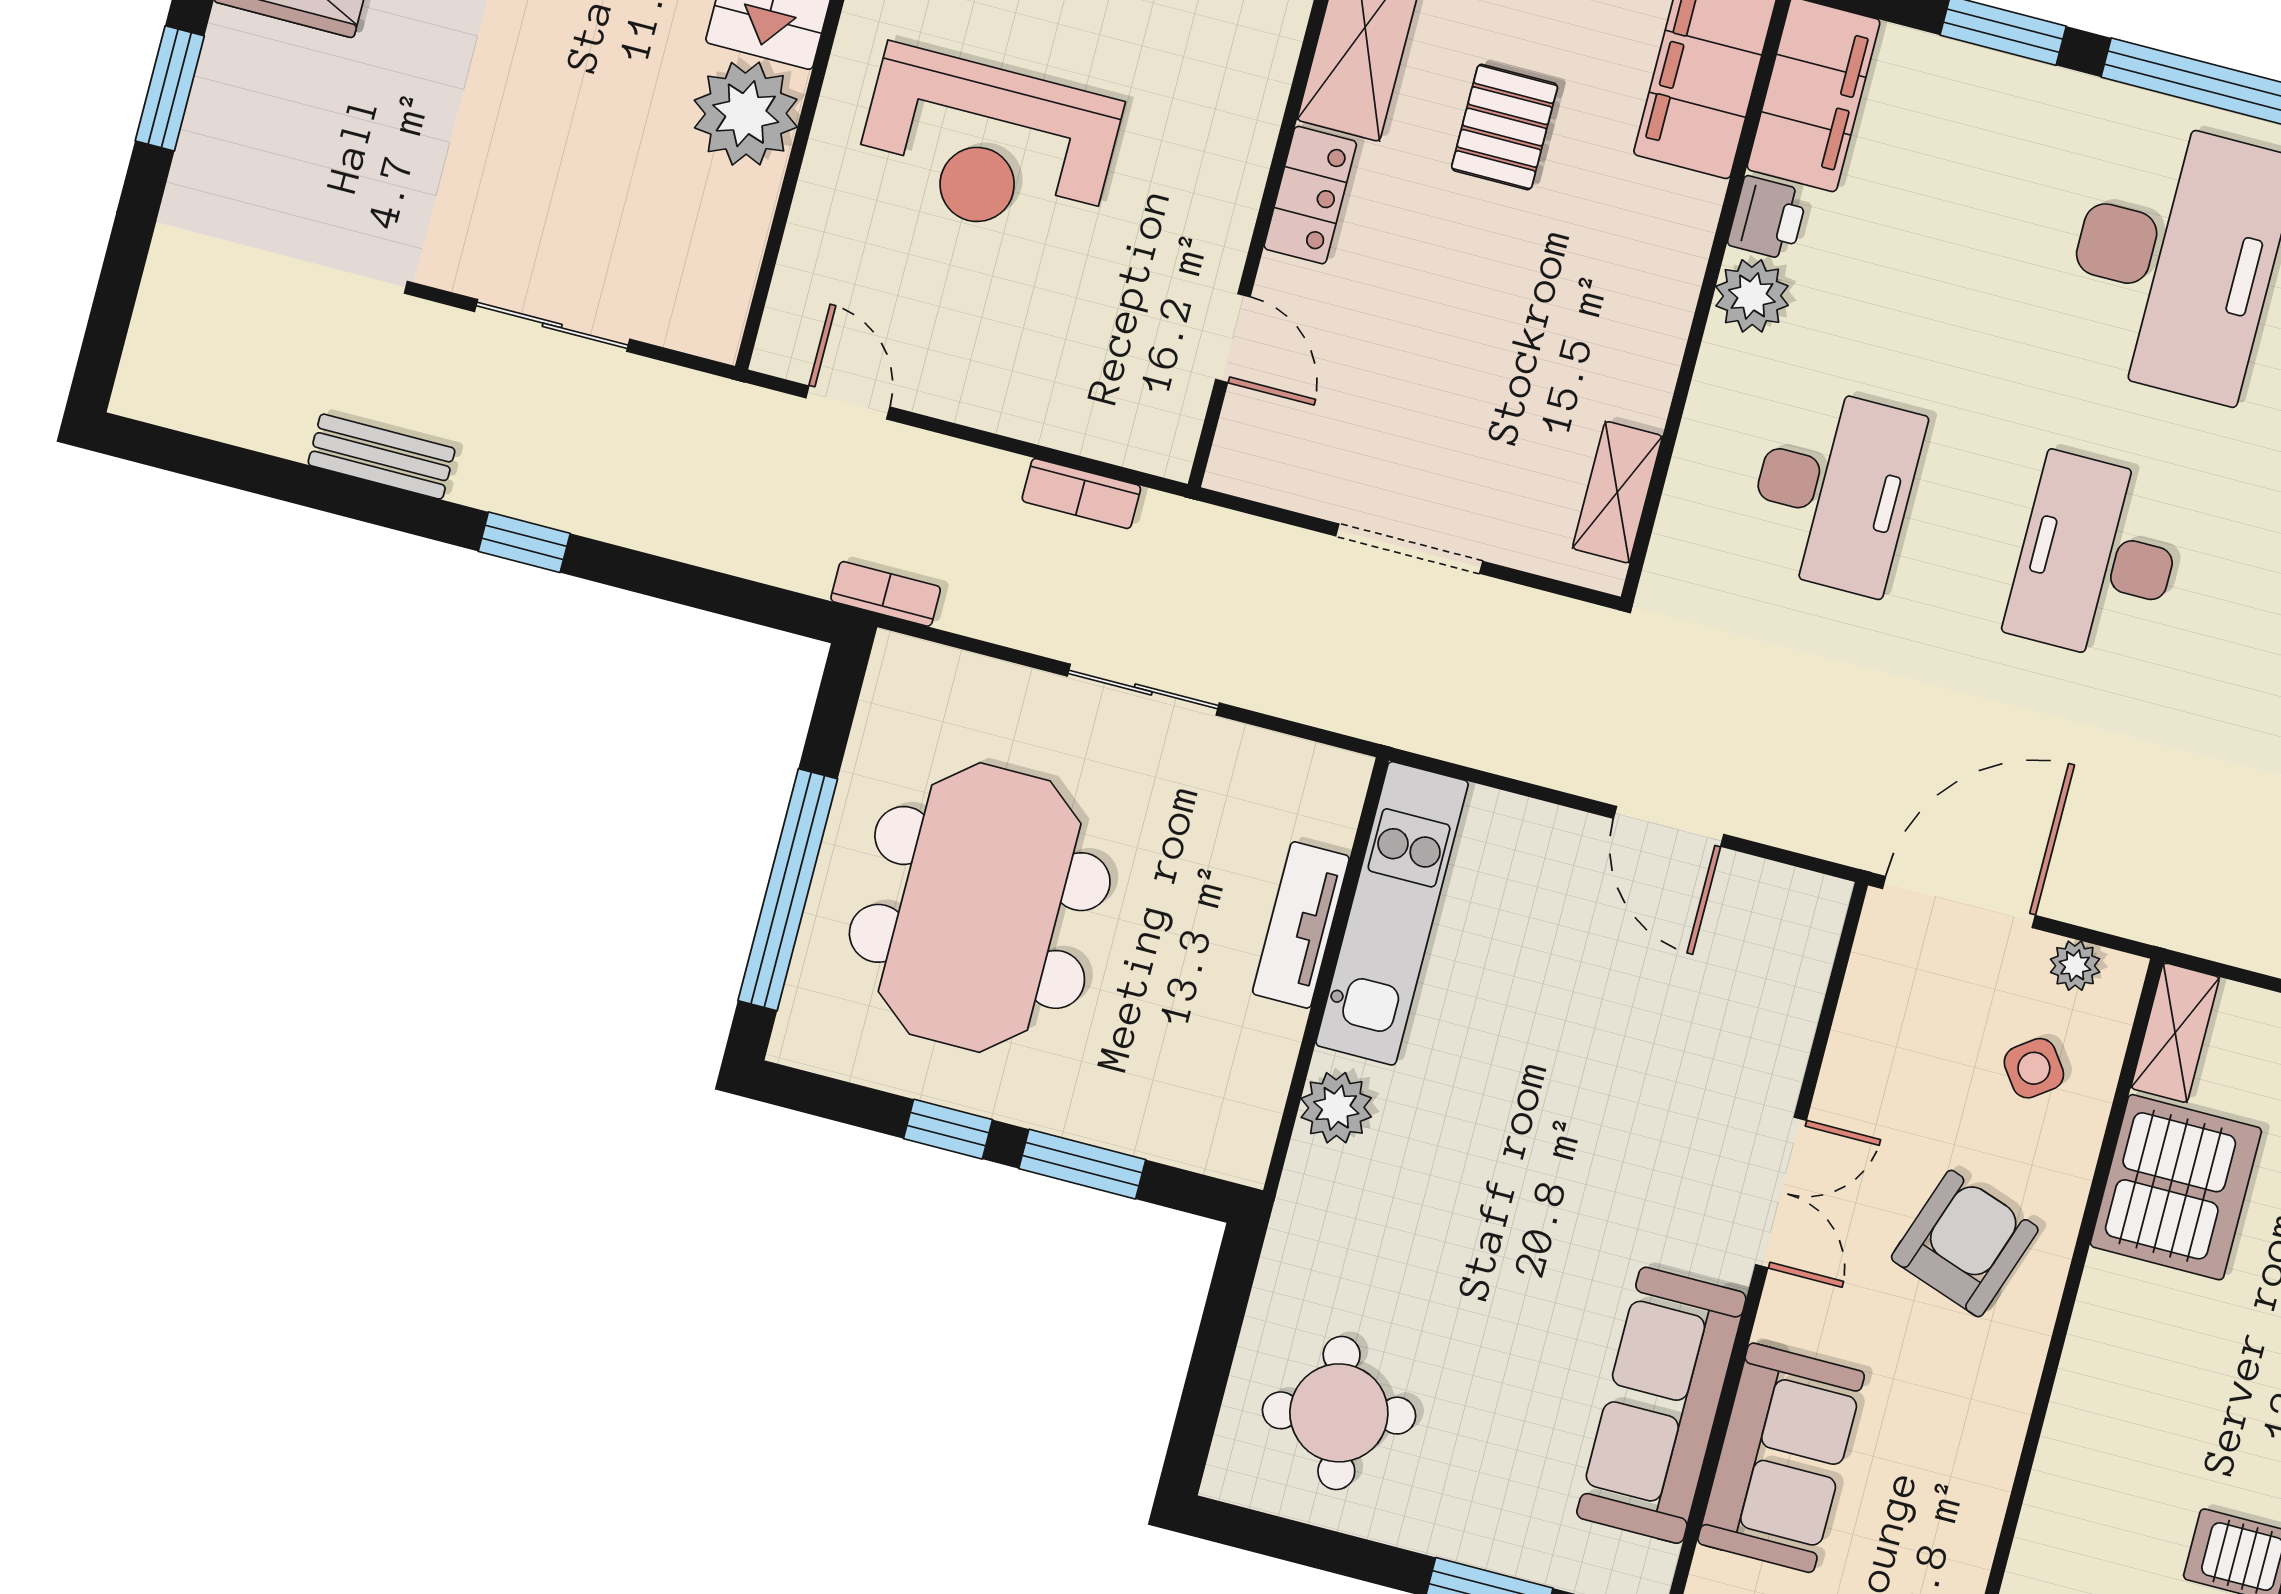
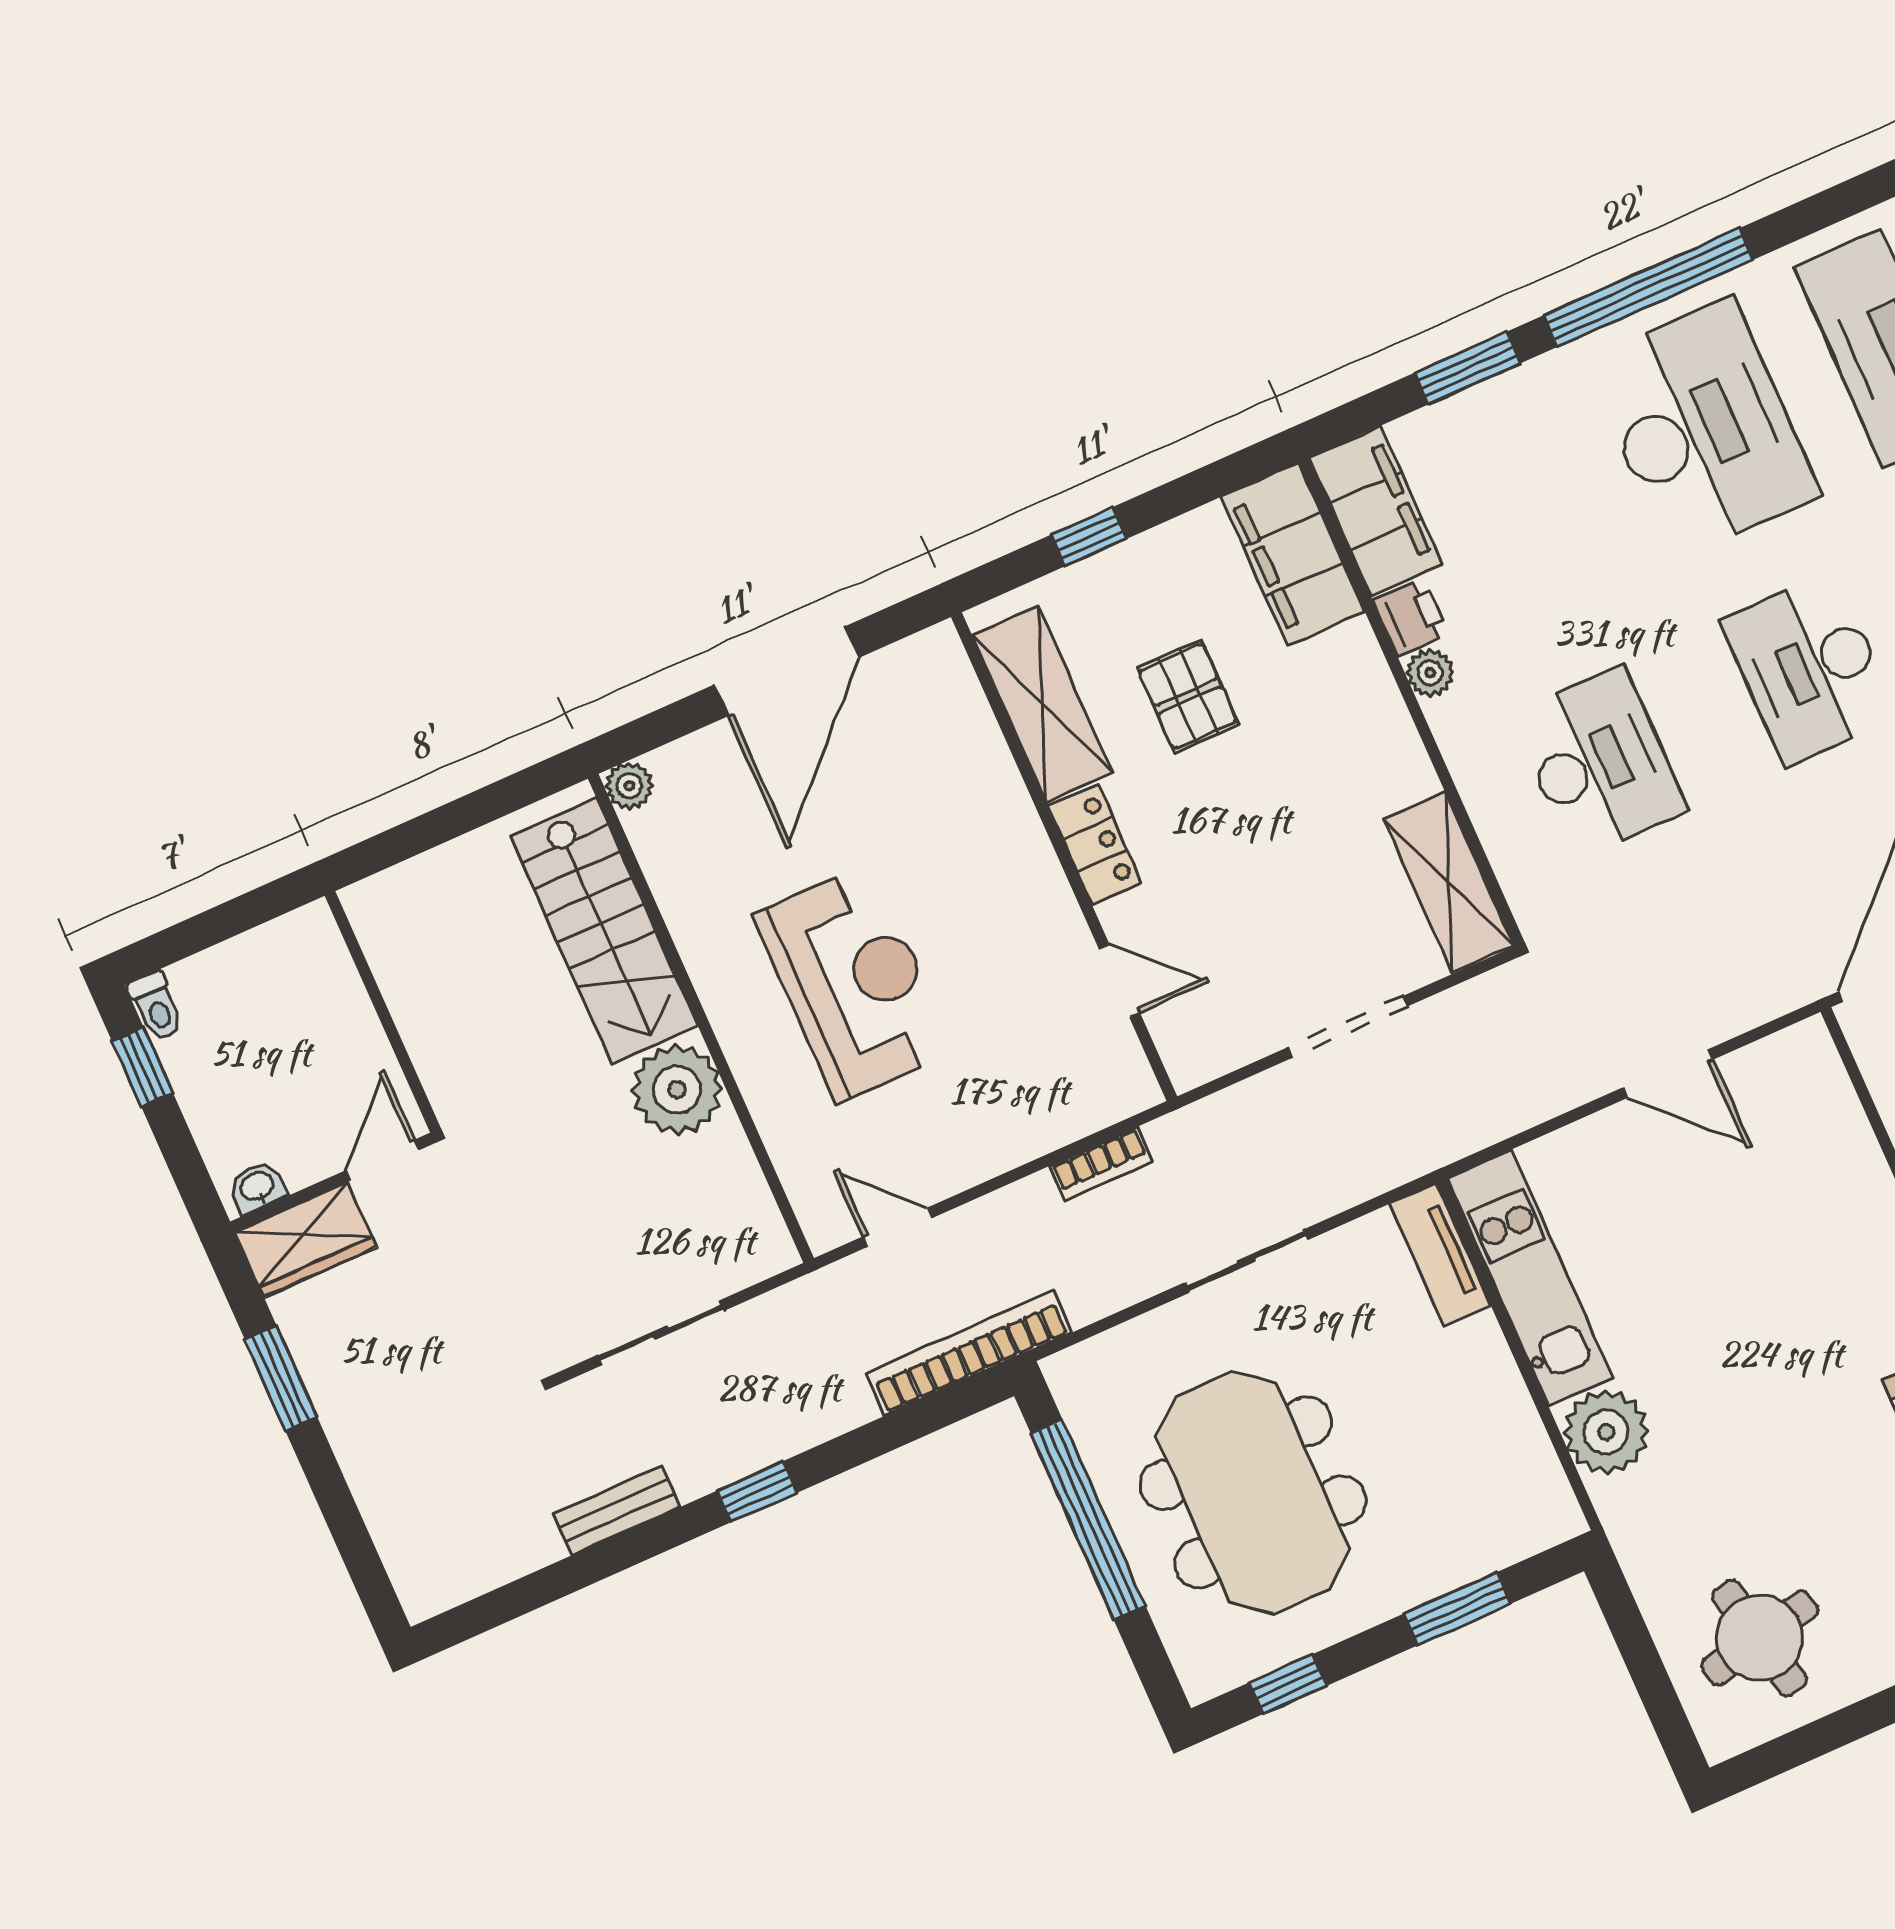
reception desk: (987, 146) -> (854, 983), turned -90
plant: (1752, 296) -> (1430, 673), width x0.73, depth x0.73
shelving: (1617, 492) -> (1449, 882), width x1.50, depth x1.33
bookcase: (886, 594) -> (969, 1353), width x2.31, depth x1.31
window: (788, 890) -> (1088, 1520), moved
tv unit: (1301, 925) -> (1440, 1255), moved
plant: (1336, 1108) -> (1606, 1432), width x1.36, depth x1.36
window: (948, 1129) -> (1287, 1684), moved

